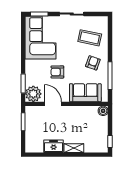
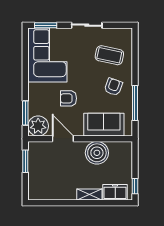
boiler: (103, 111) -> (97, 153), moved, width x1.86, depth x1.86
freezer: (54, 146) -> (115, 192), moved

